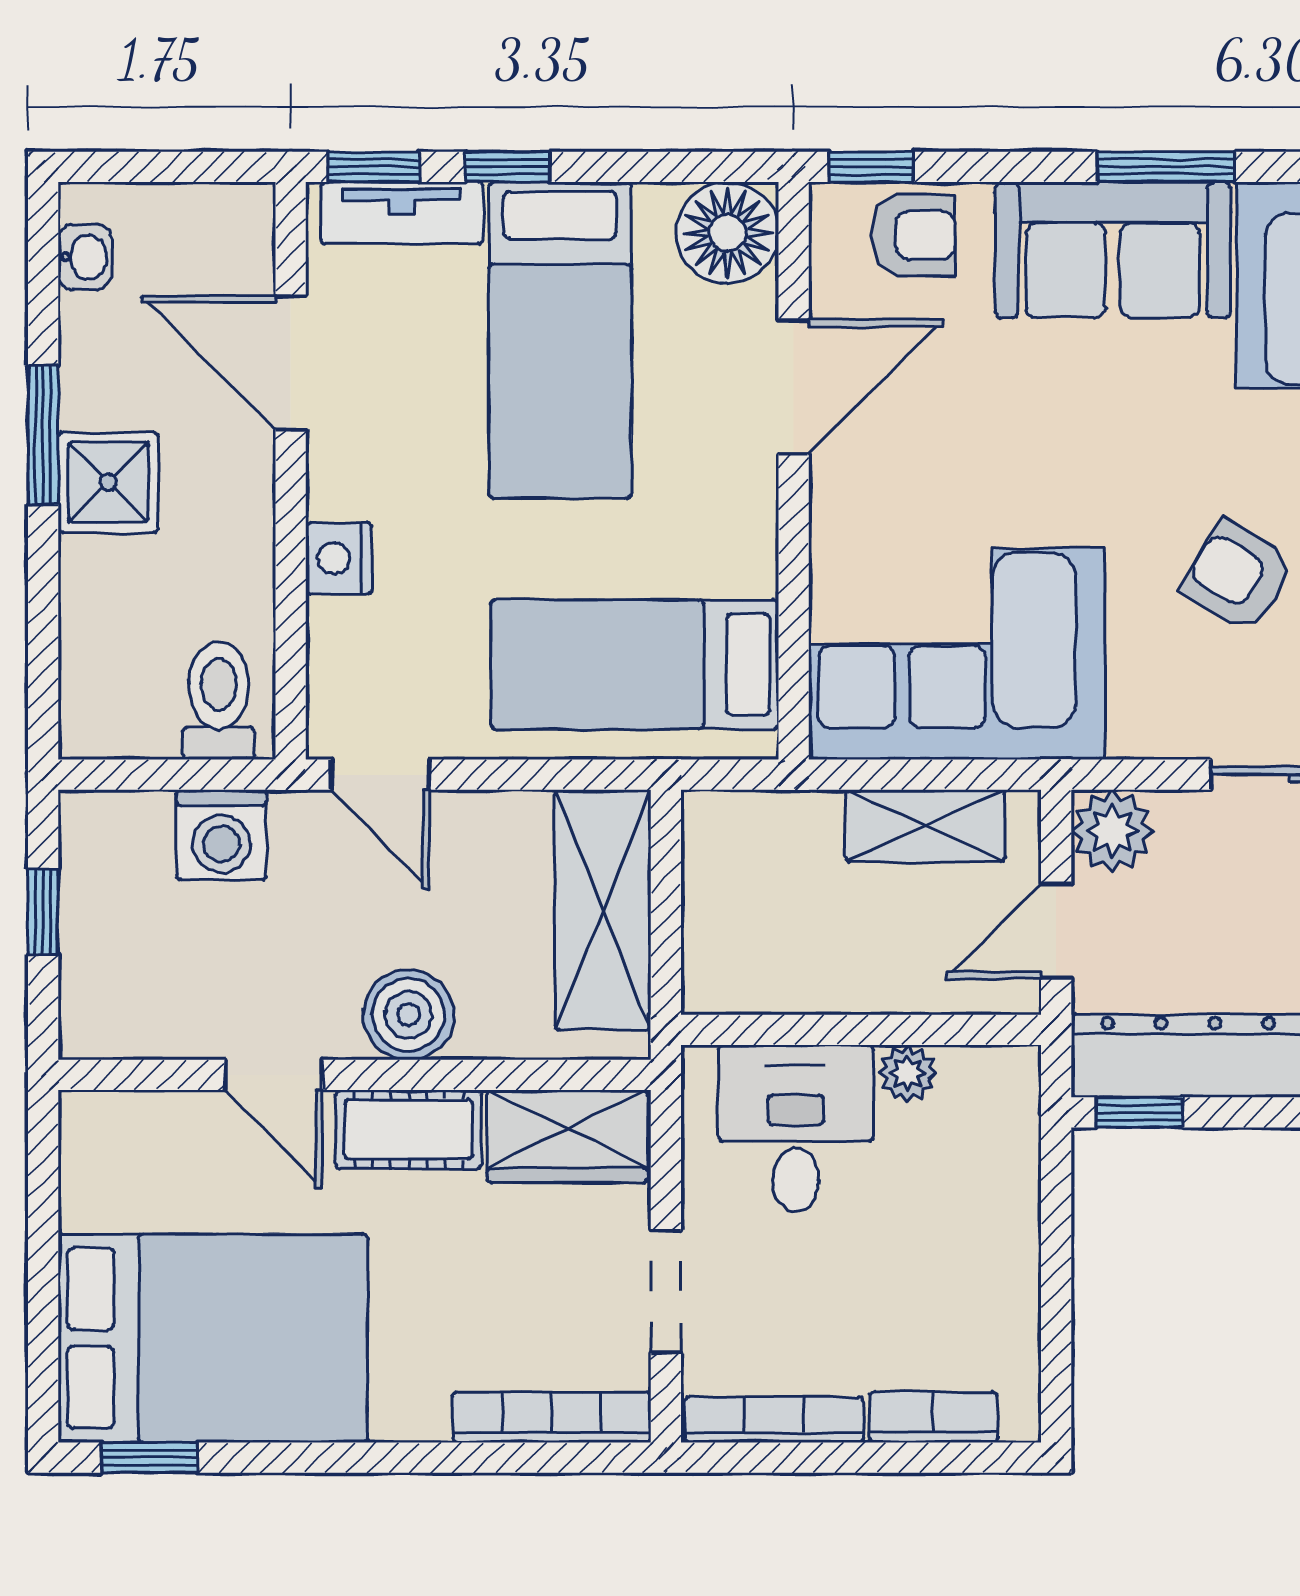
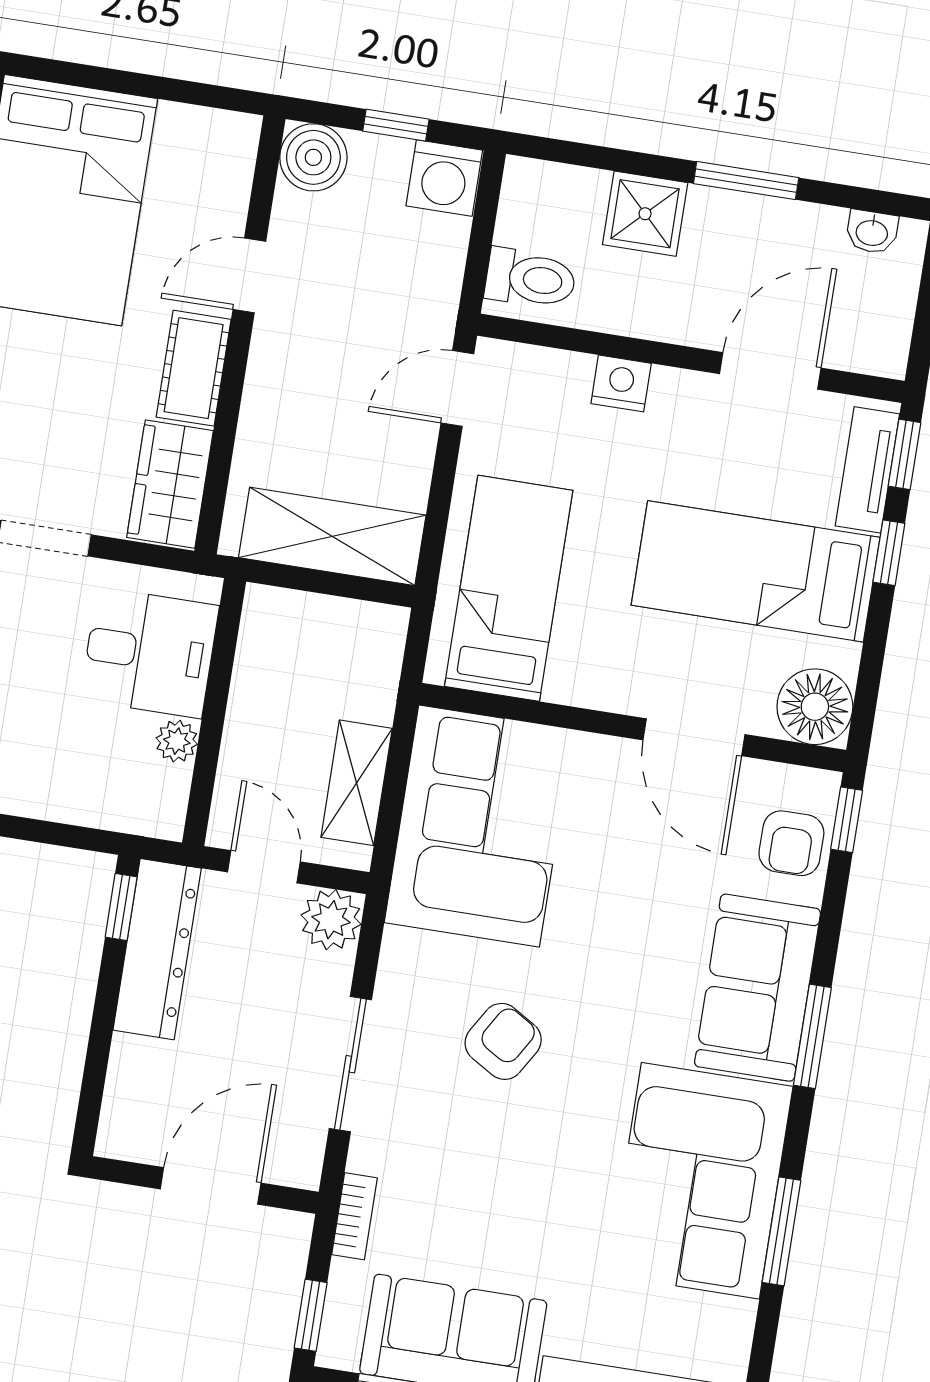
shower: (108, 482) -> (645, 214), moved
washing machine: (222, 835) -> (444, 178), moved, turned -90
boiler: (408, 1015) -> (313, 157), moved

